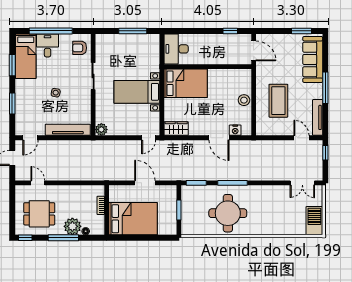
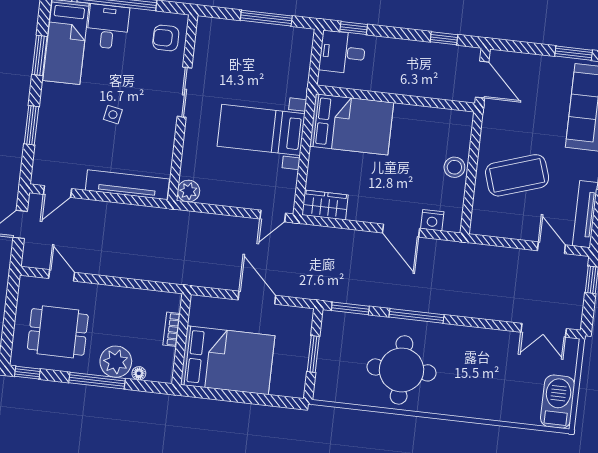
window: (181, 31) -> (354, 28), added
desk: (176, 49) -> (342, 52), width x0.73
coffee table: (278, 101) -> (517, 175), turned 72

